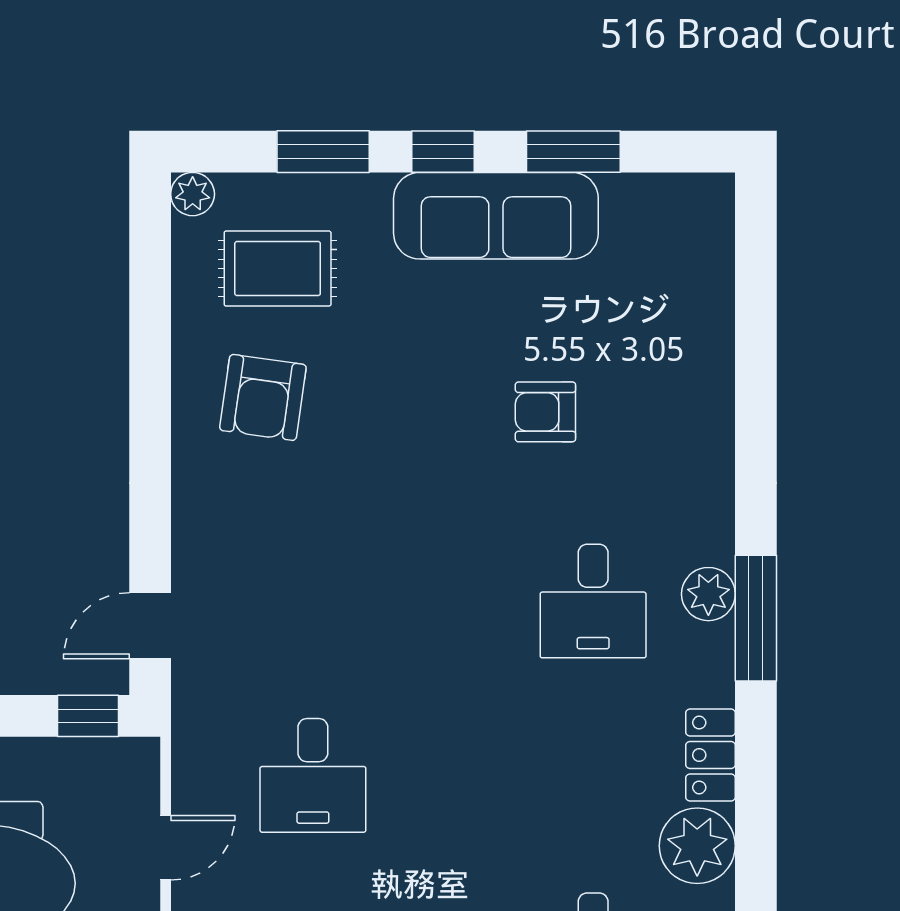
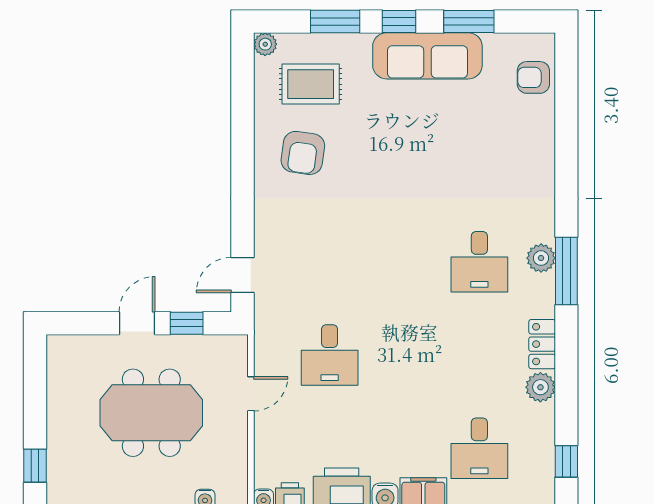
armchair: (545, 412) -> (533, 77), moved
window: (88, 716) -> (187, 323), moved
plant: (697, 846) -> (540, 387), width x0.73, depth x0.73

